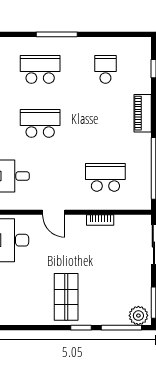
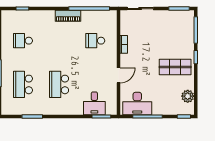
piano: (143, 113) -> (68, 16), moved
school desk: (105, 177) -> (95, 41), width x0.54
plant: (138, 316) -> (188, 96), moved

